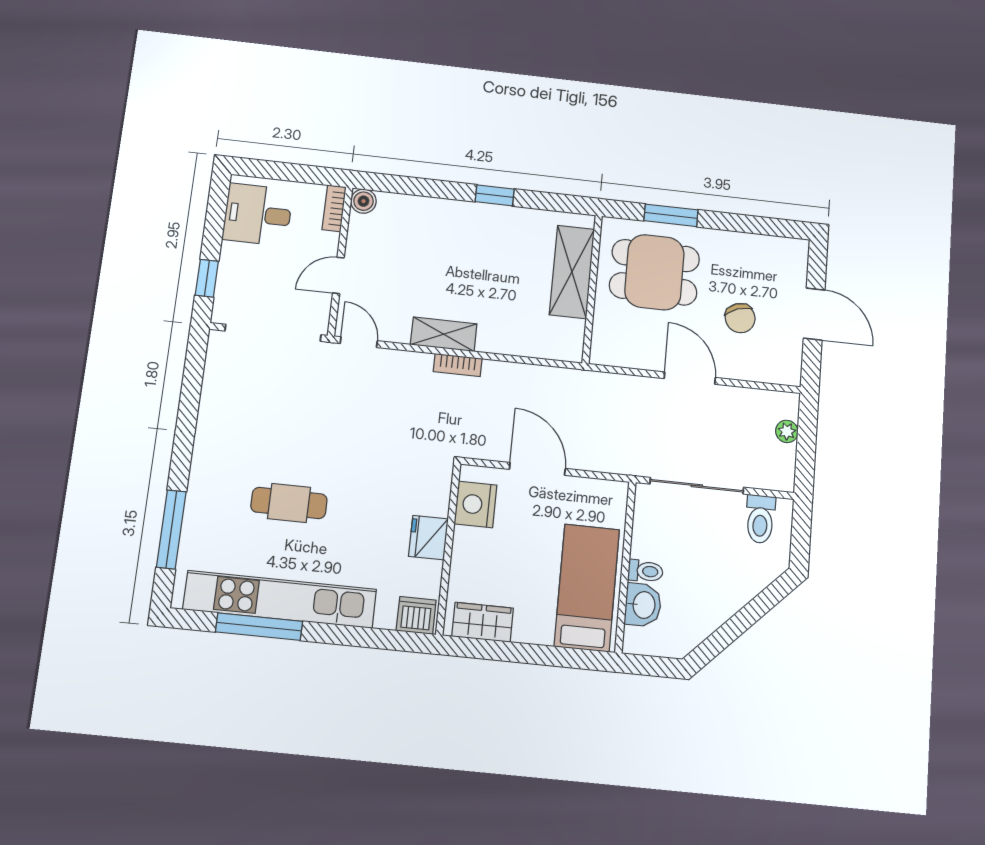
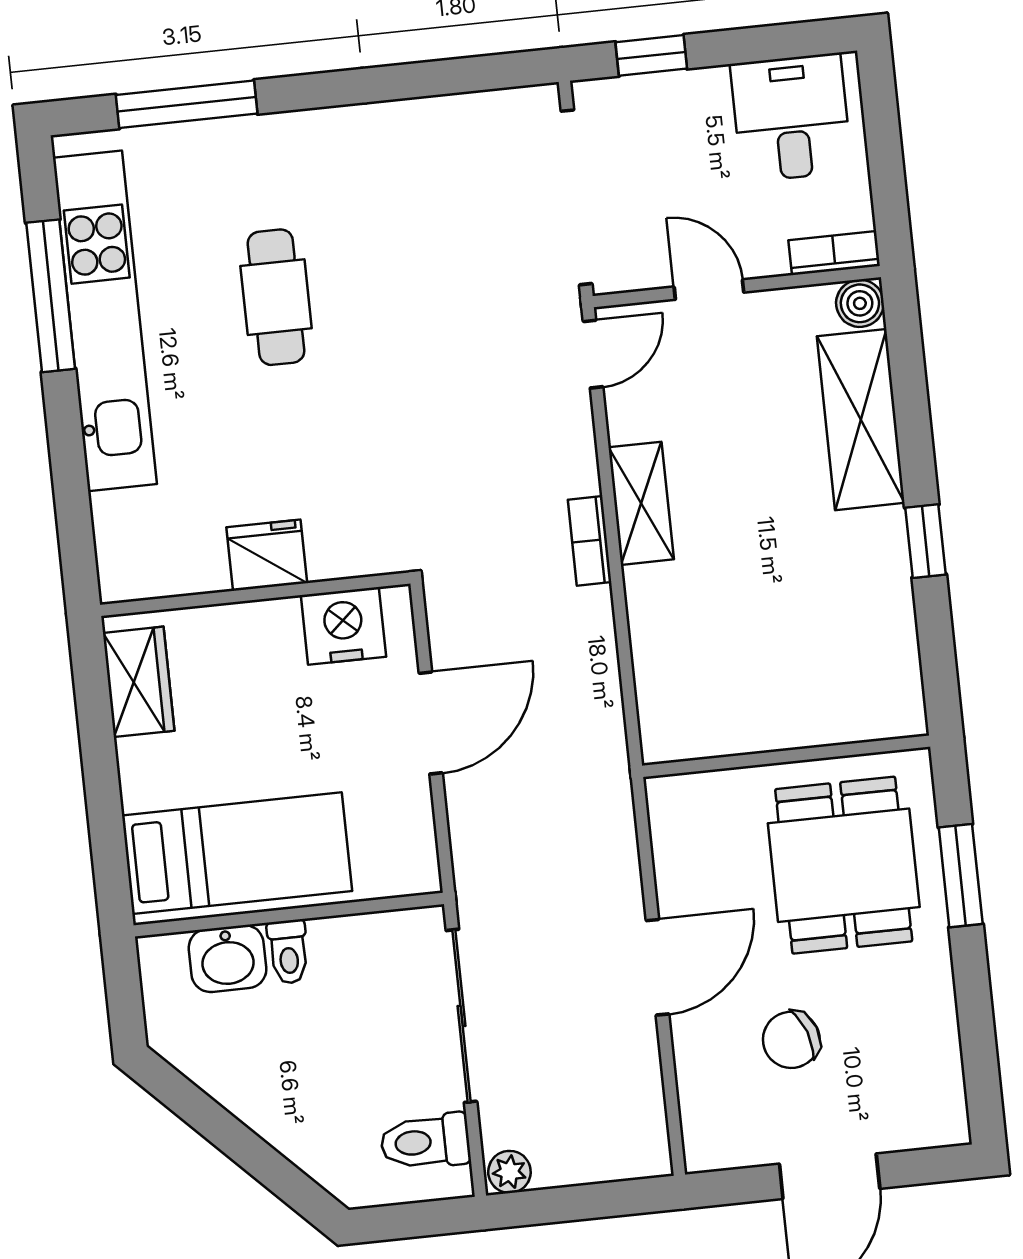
shelving: (572, 272) -> (861, 420), moved, turned 90
plant: (787, 431) -> (509, 1172), moved
dishwasher: (416, 615) -> (126, 563), removed

